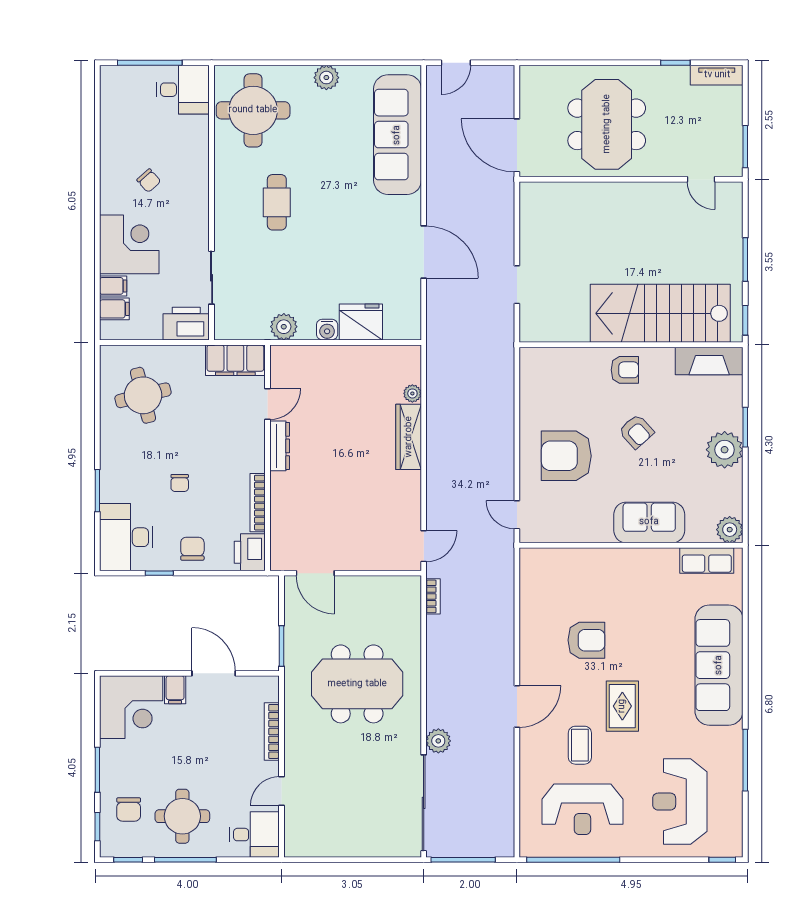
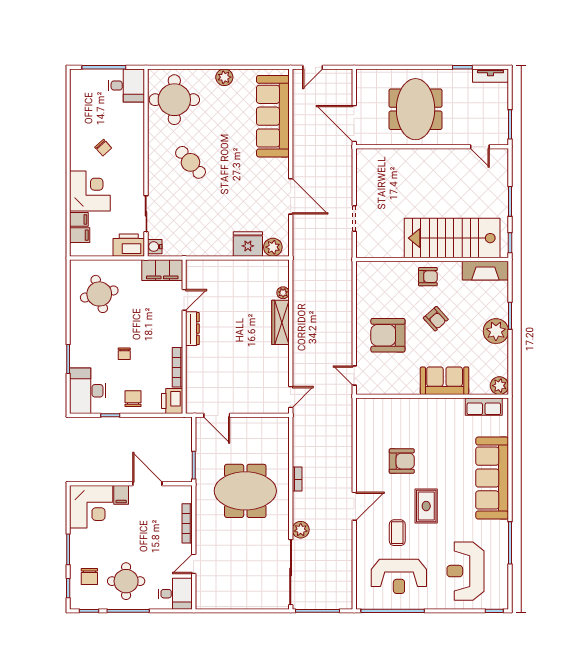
cafe table: (277, 202) -> (191, 162), turned -41
plant: (284, 327) -> (273, 247), moved
water cooler: (327, 330) -> (155, 247), moved, turned 90
bookcase: (433, 596) -> (297, 479), moved

